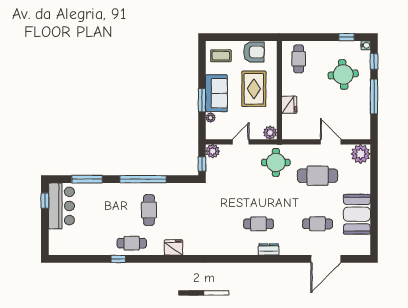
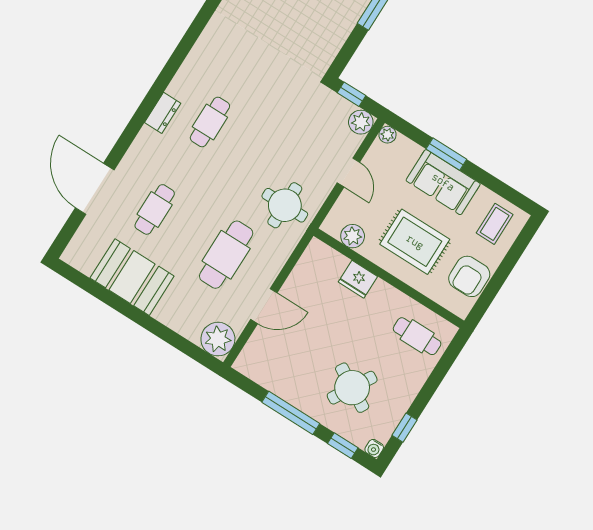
round table: (343, 74) -> (352, 388), turned 35
plant: (211, 118) -> (387, 135), moved
plant: (270, 133) -> (353, 236), moved

